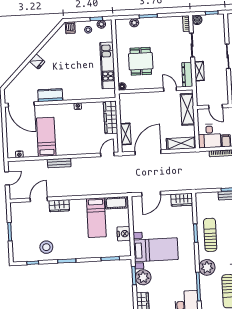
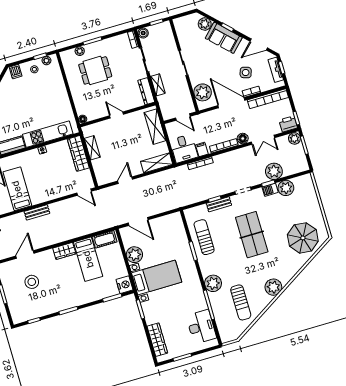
dining table: (141, 61) -> (95, 70), moved, turned 90
kitchen unit: (107, 65) -> (48, 134), moved, turned 90
door: (170, 89) -> (117, 115), moved
shelving: (126, 134) -> (92, 148), moved
door: (148, 152) -> (125, 180), width x0.53
door: (107, 155) -> (84, 192), swing flipped
door: (151, 194) -> (138, 221), hinge flipped
wardrobe: (182, 200) -> (171, 220), removed
wardrobe: (59, 206) -> (64, 251), moved
nightstand: (124, 234) -> (124, 285), moved
sun lounger: (210, 235) -> (204, 237), moved
stool: (46, 247) -> (32, 282), moved
plant: (143, 277) -> (134, 255), moved

